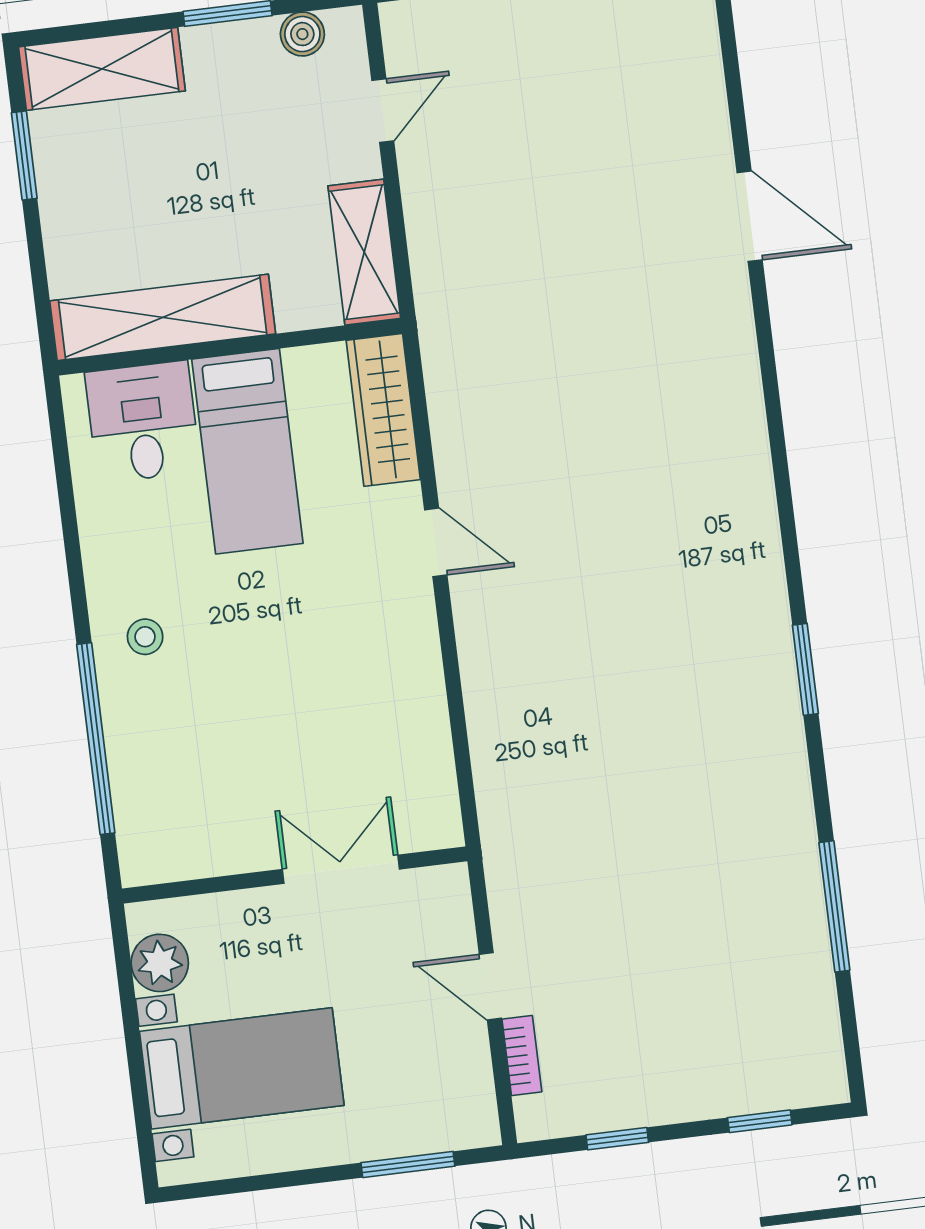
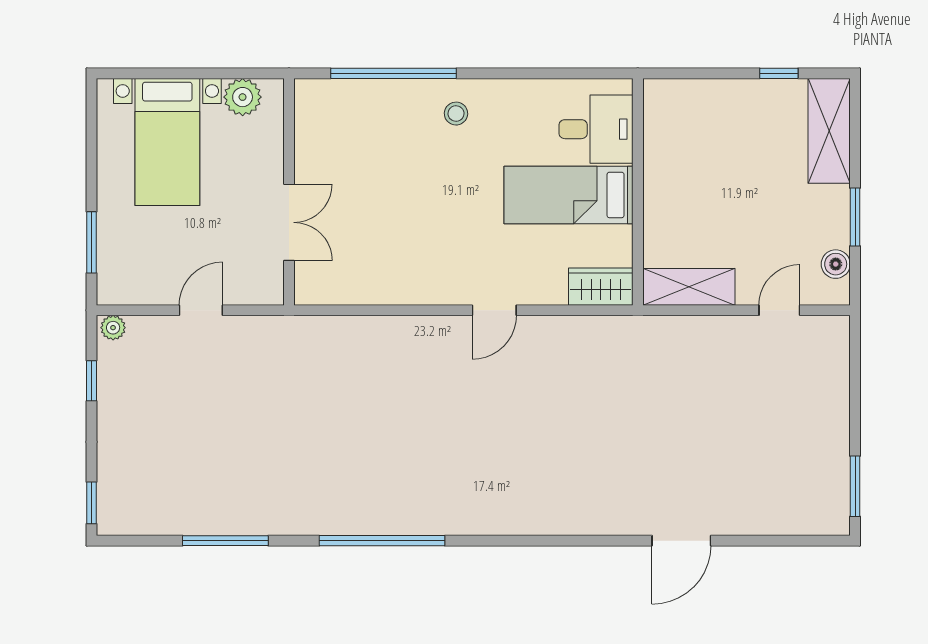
door: (383, 111) -> (779, 310), swing flipped
window: (24, 156) -> (779, 73), width x0.67
shelving: (163, 317) -> (662, 150), removed
wardrobe: (383, 410) -> (601, 287), width x0.67
window: (805, 669) -> (382, 541), width x2.11
bookcase: (522, 1055) -> (153, 325), removed
plant: (533, 1116) -> (113, 328), added
window: (760, 1121) -> (92, 503), moved

